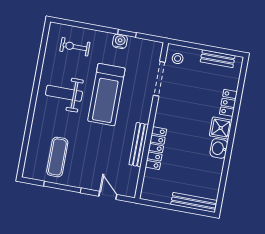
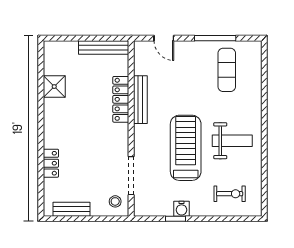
shower: (221, 128) -> (54, 87), moved
washbasin: (219, 148) -> (52, 112), removed
bench: (194, 203) -> (104, 48), moved

